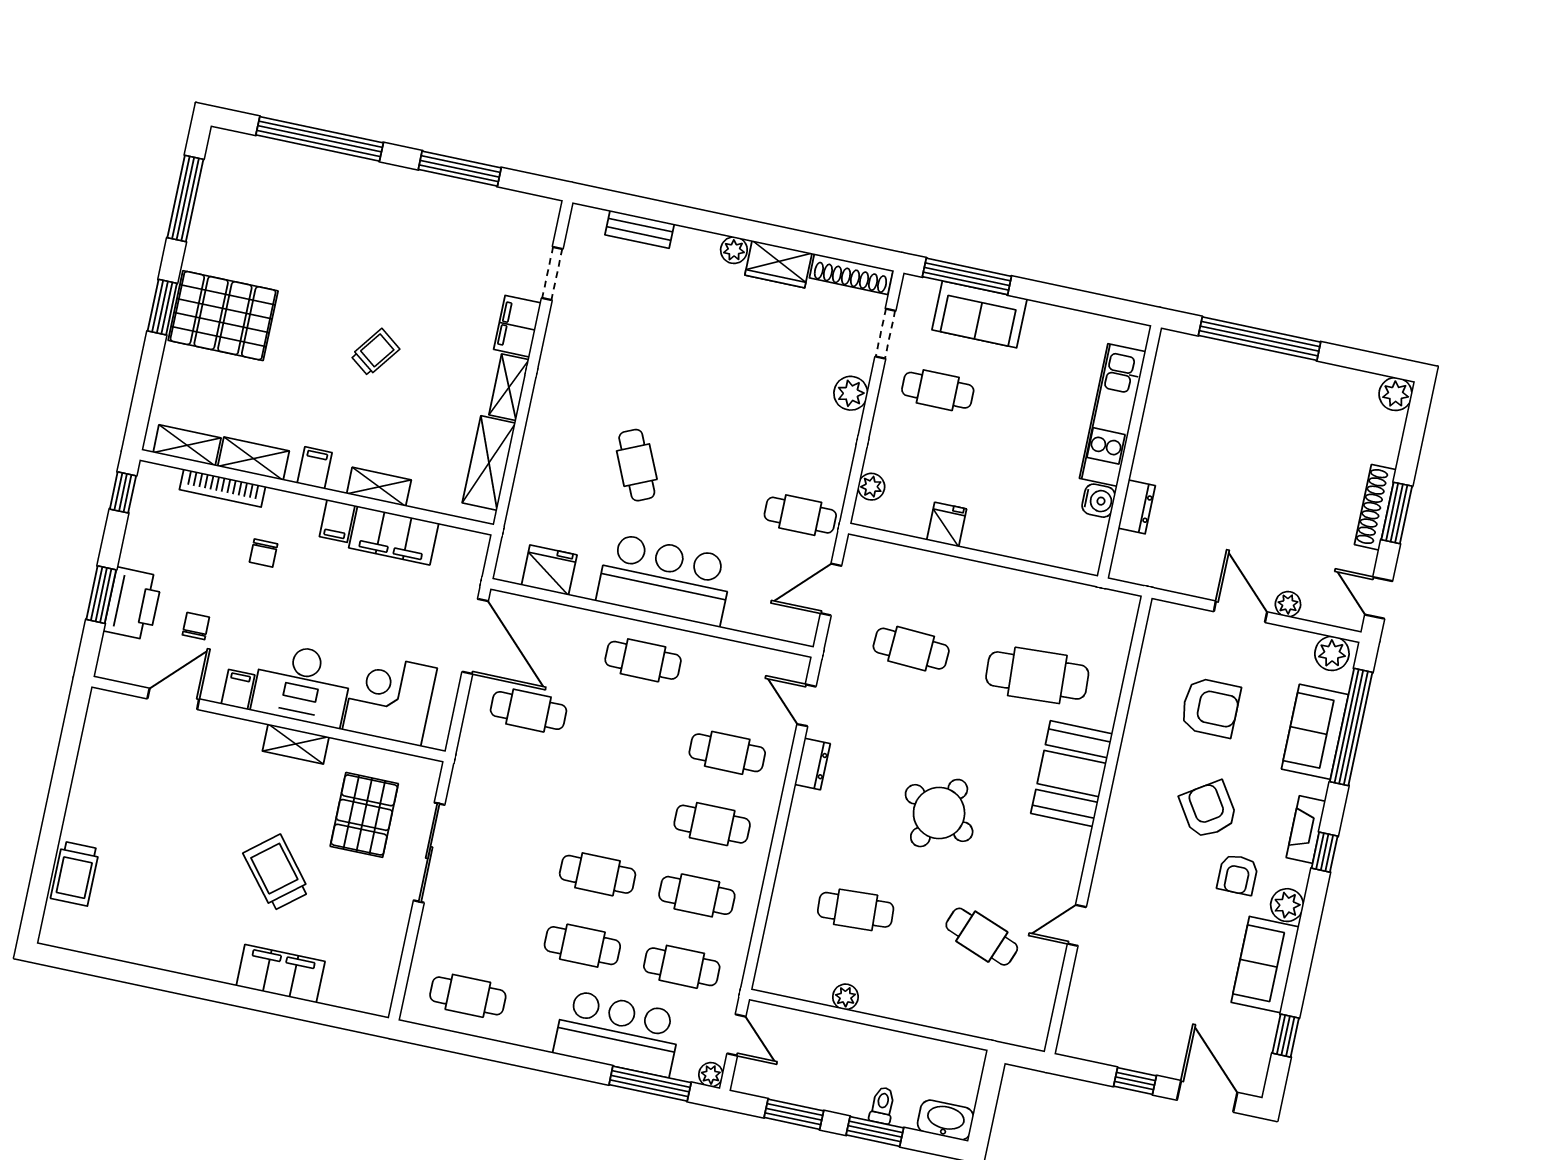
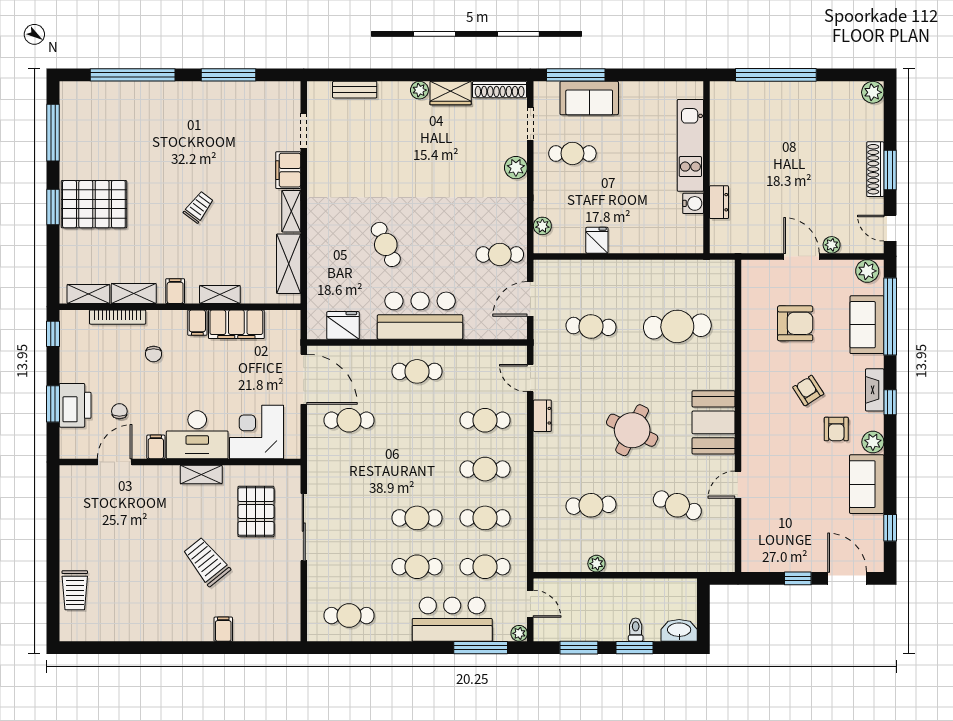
booth: (1072, 774) -> (714, 422), moved
armchair: (1209, 810) -> (808, 391), width x0.72, depth x0.72
filing cabinet: (281, 974) -> (223, 629), width x0.33, depth x0.86

